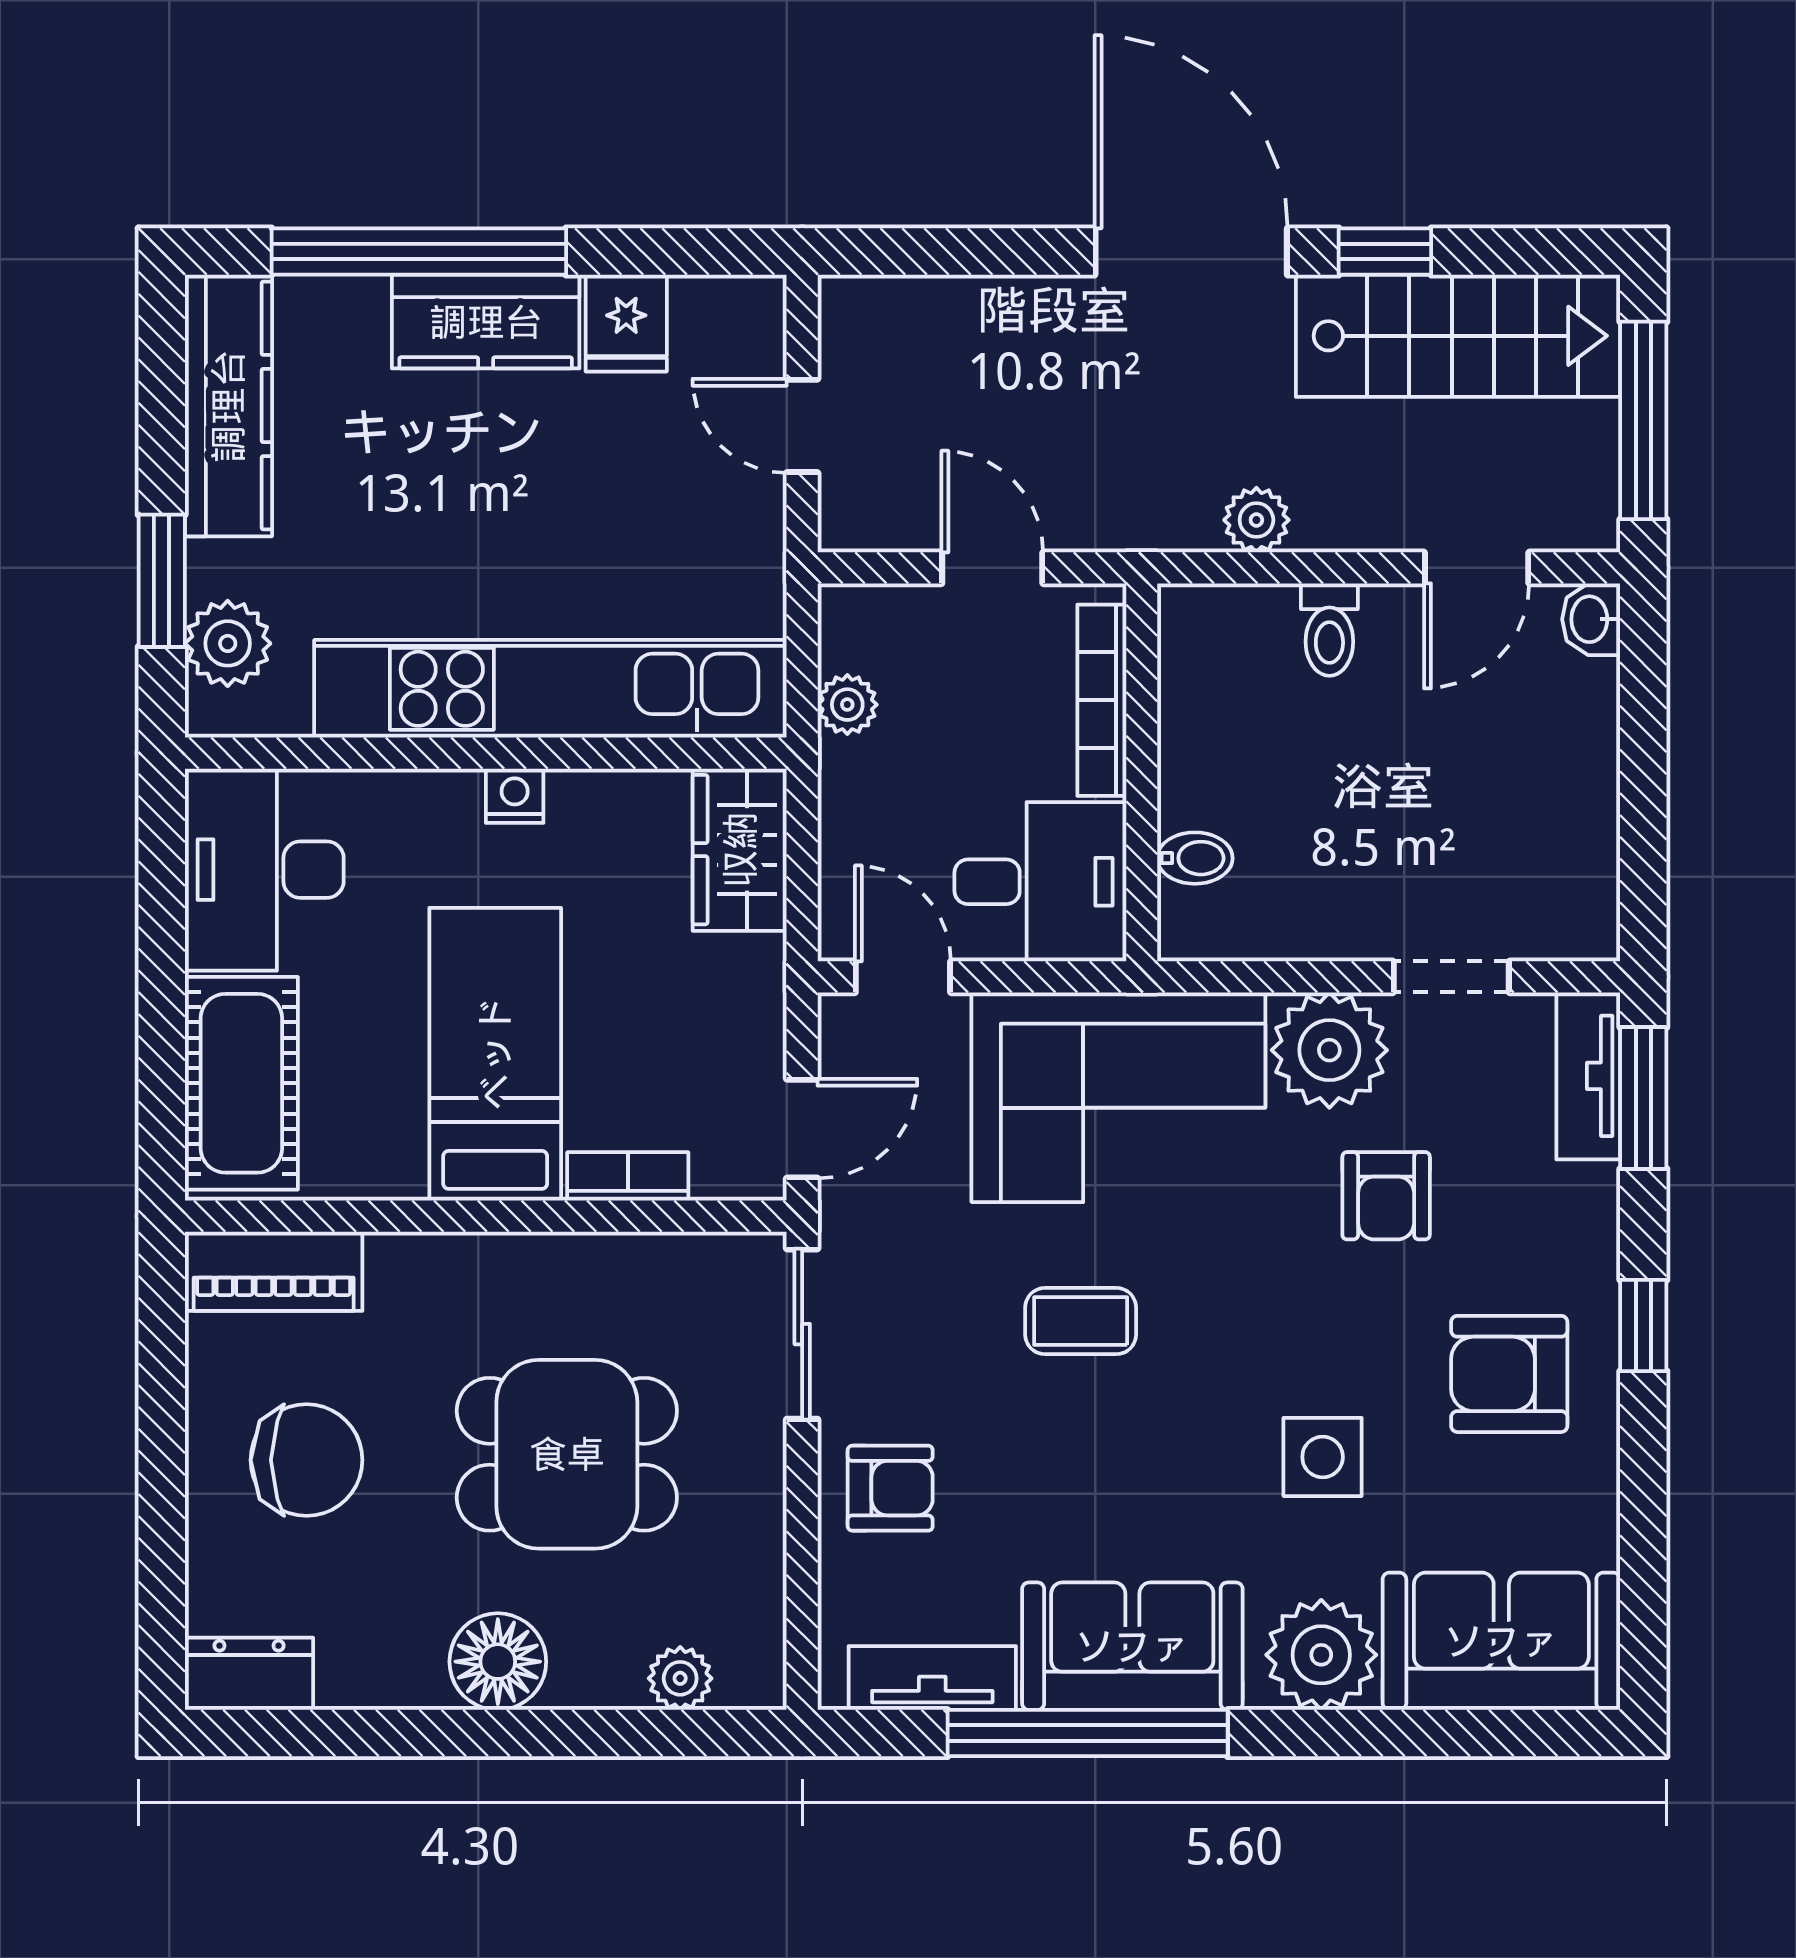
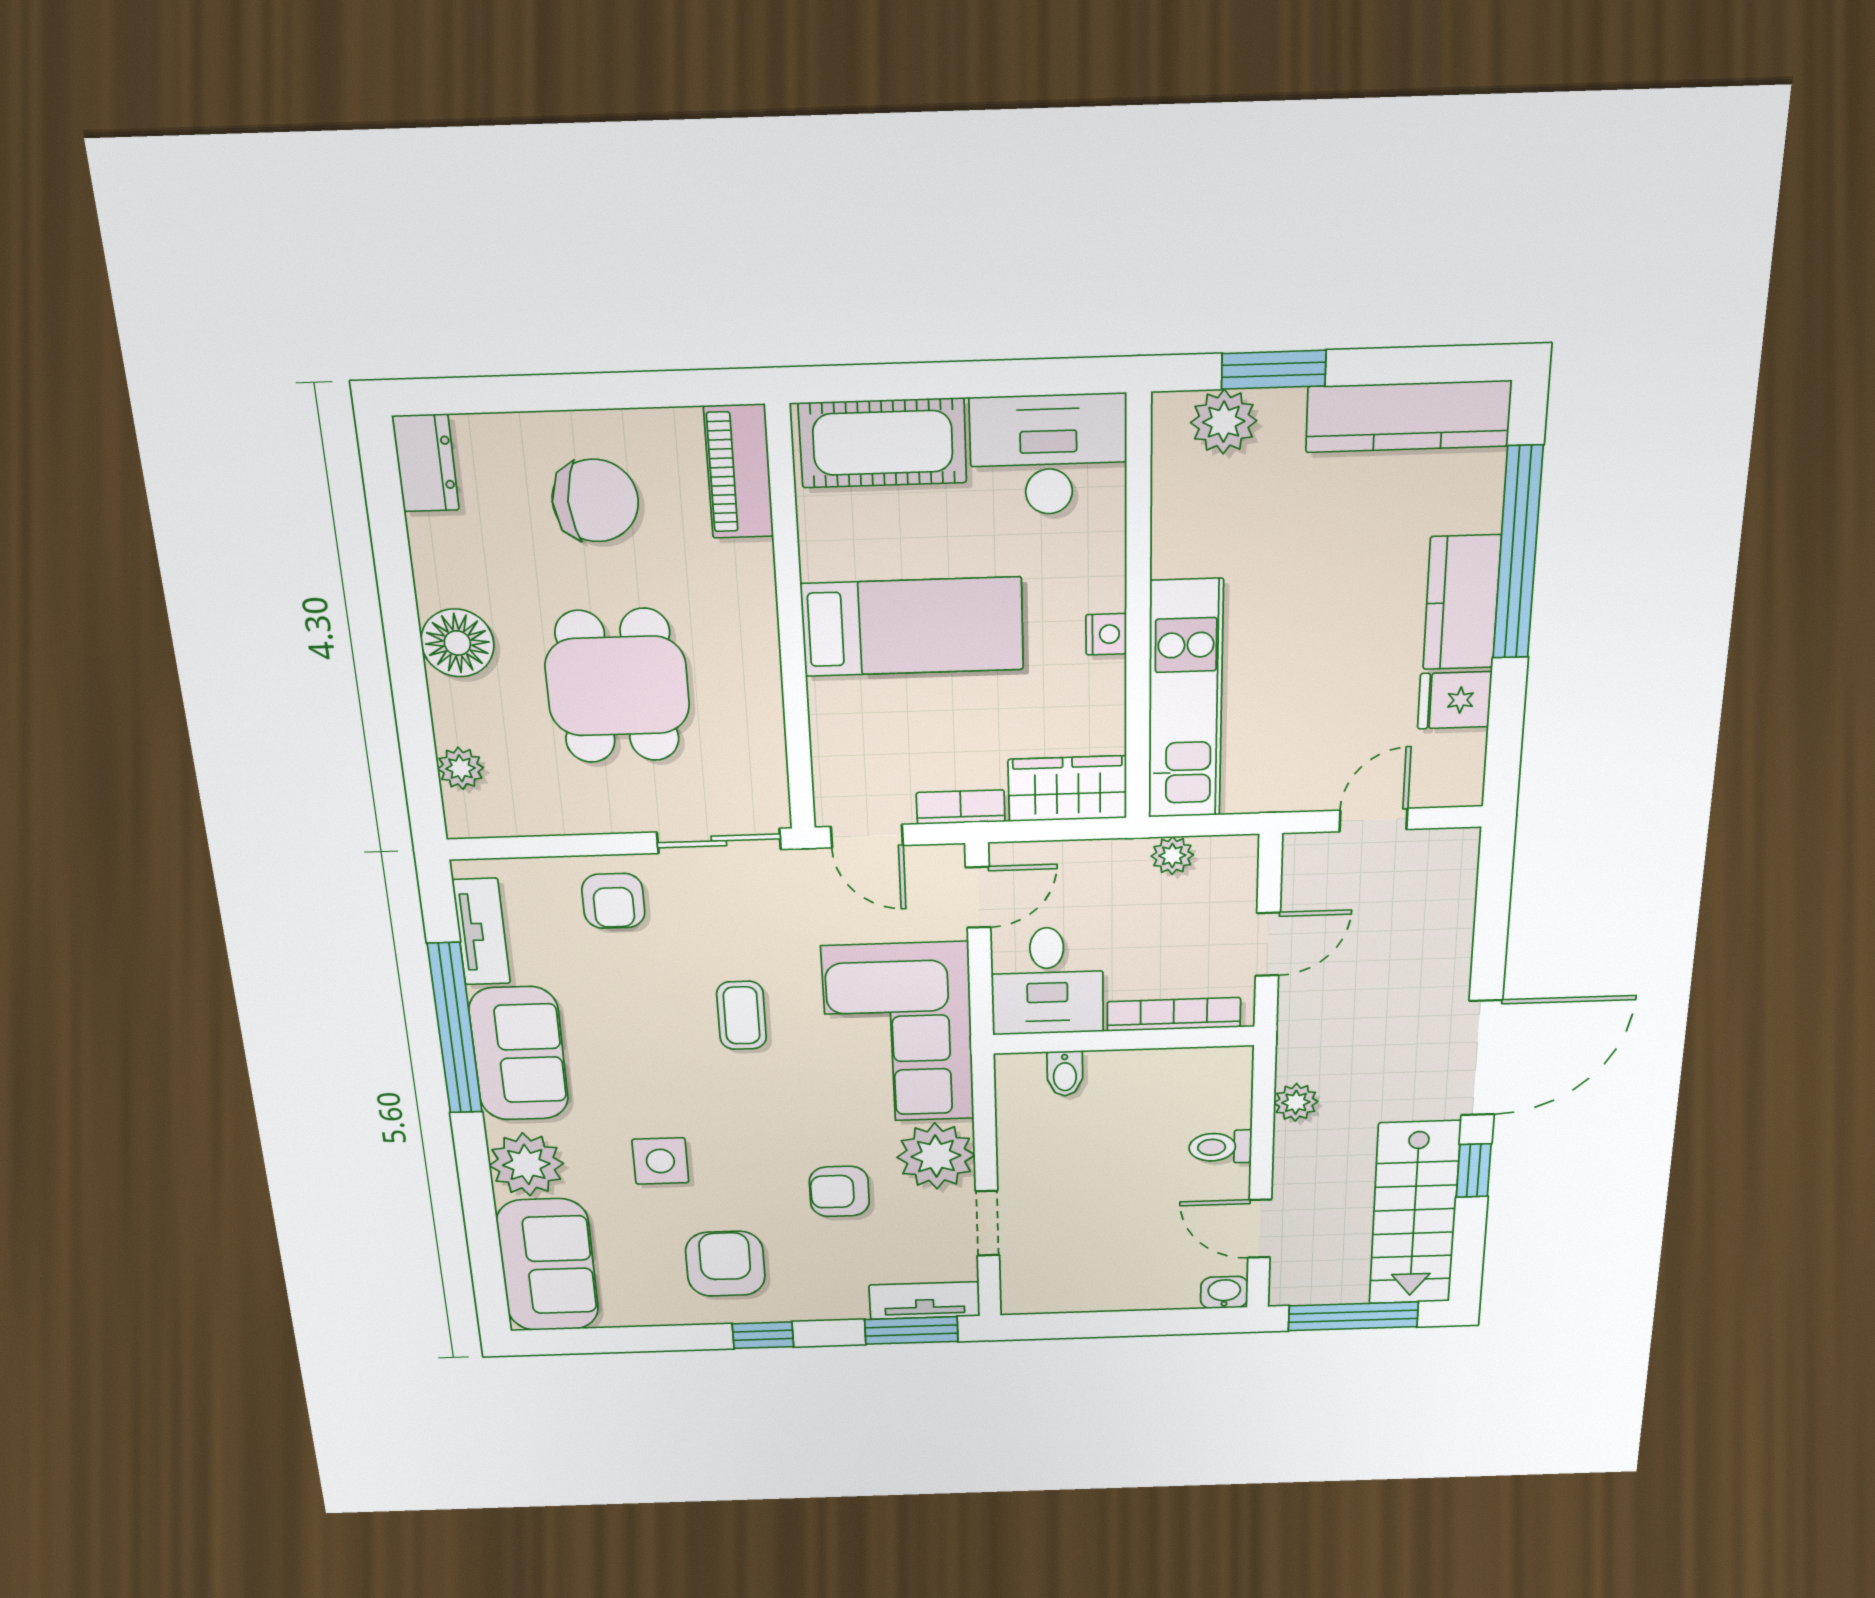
kitchen unit: (550, 689) -> (1185, 700), width x0.73
bookcase: (628, 1176) -> (961, 807), moved, turned -90
chair: (307, 1460) -> (595, 501), turned -90

